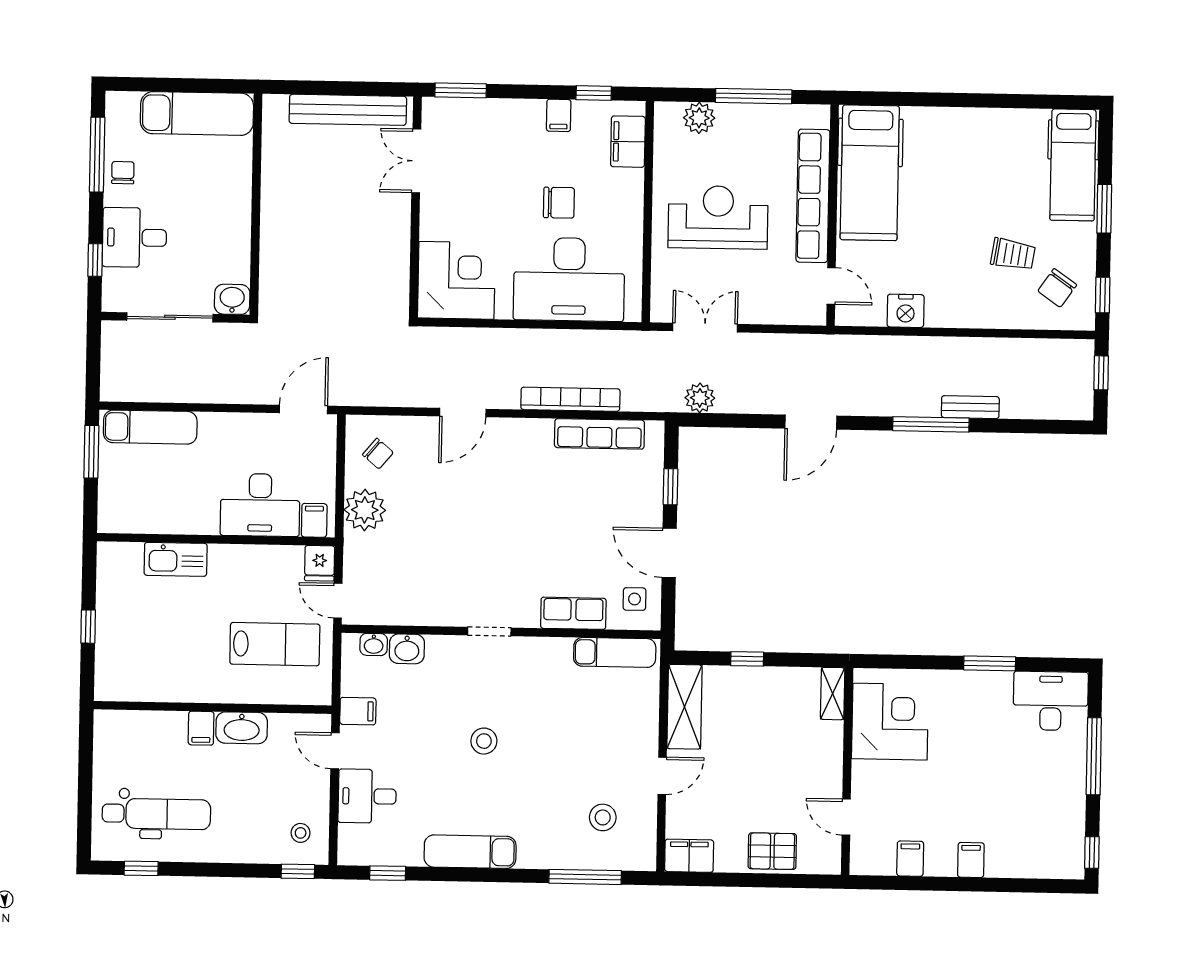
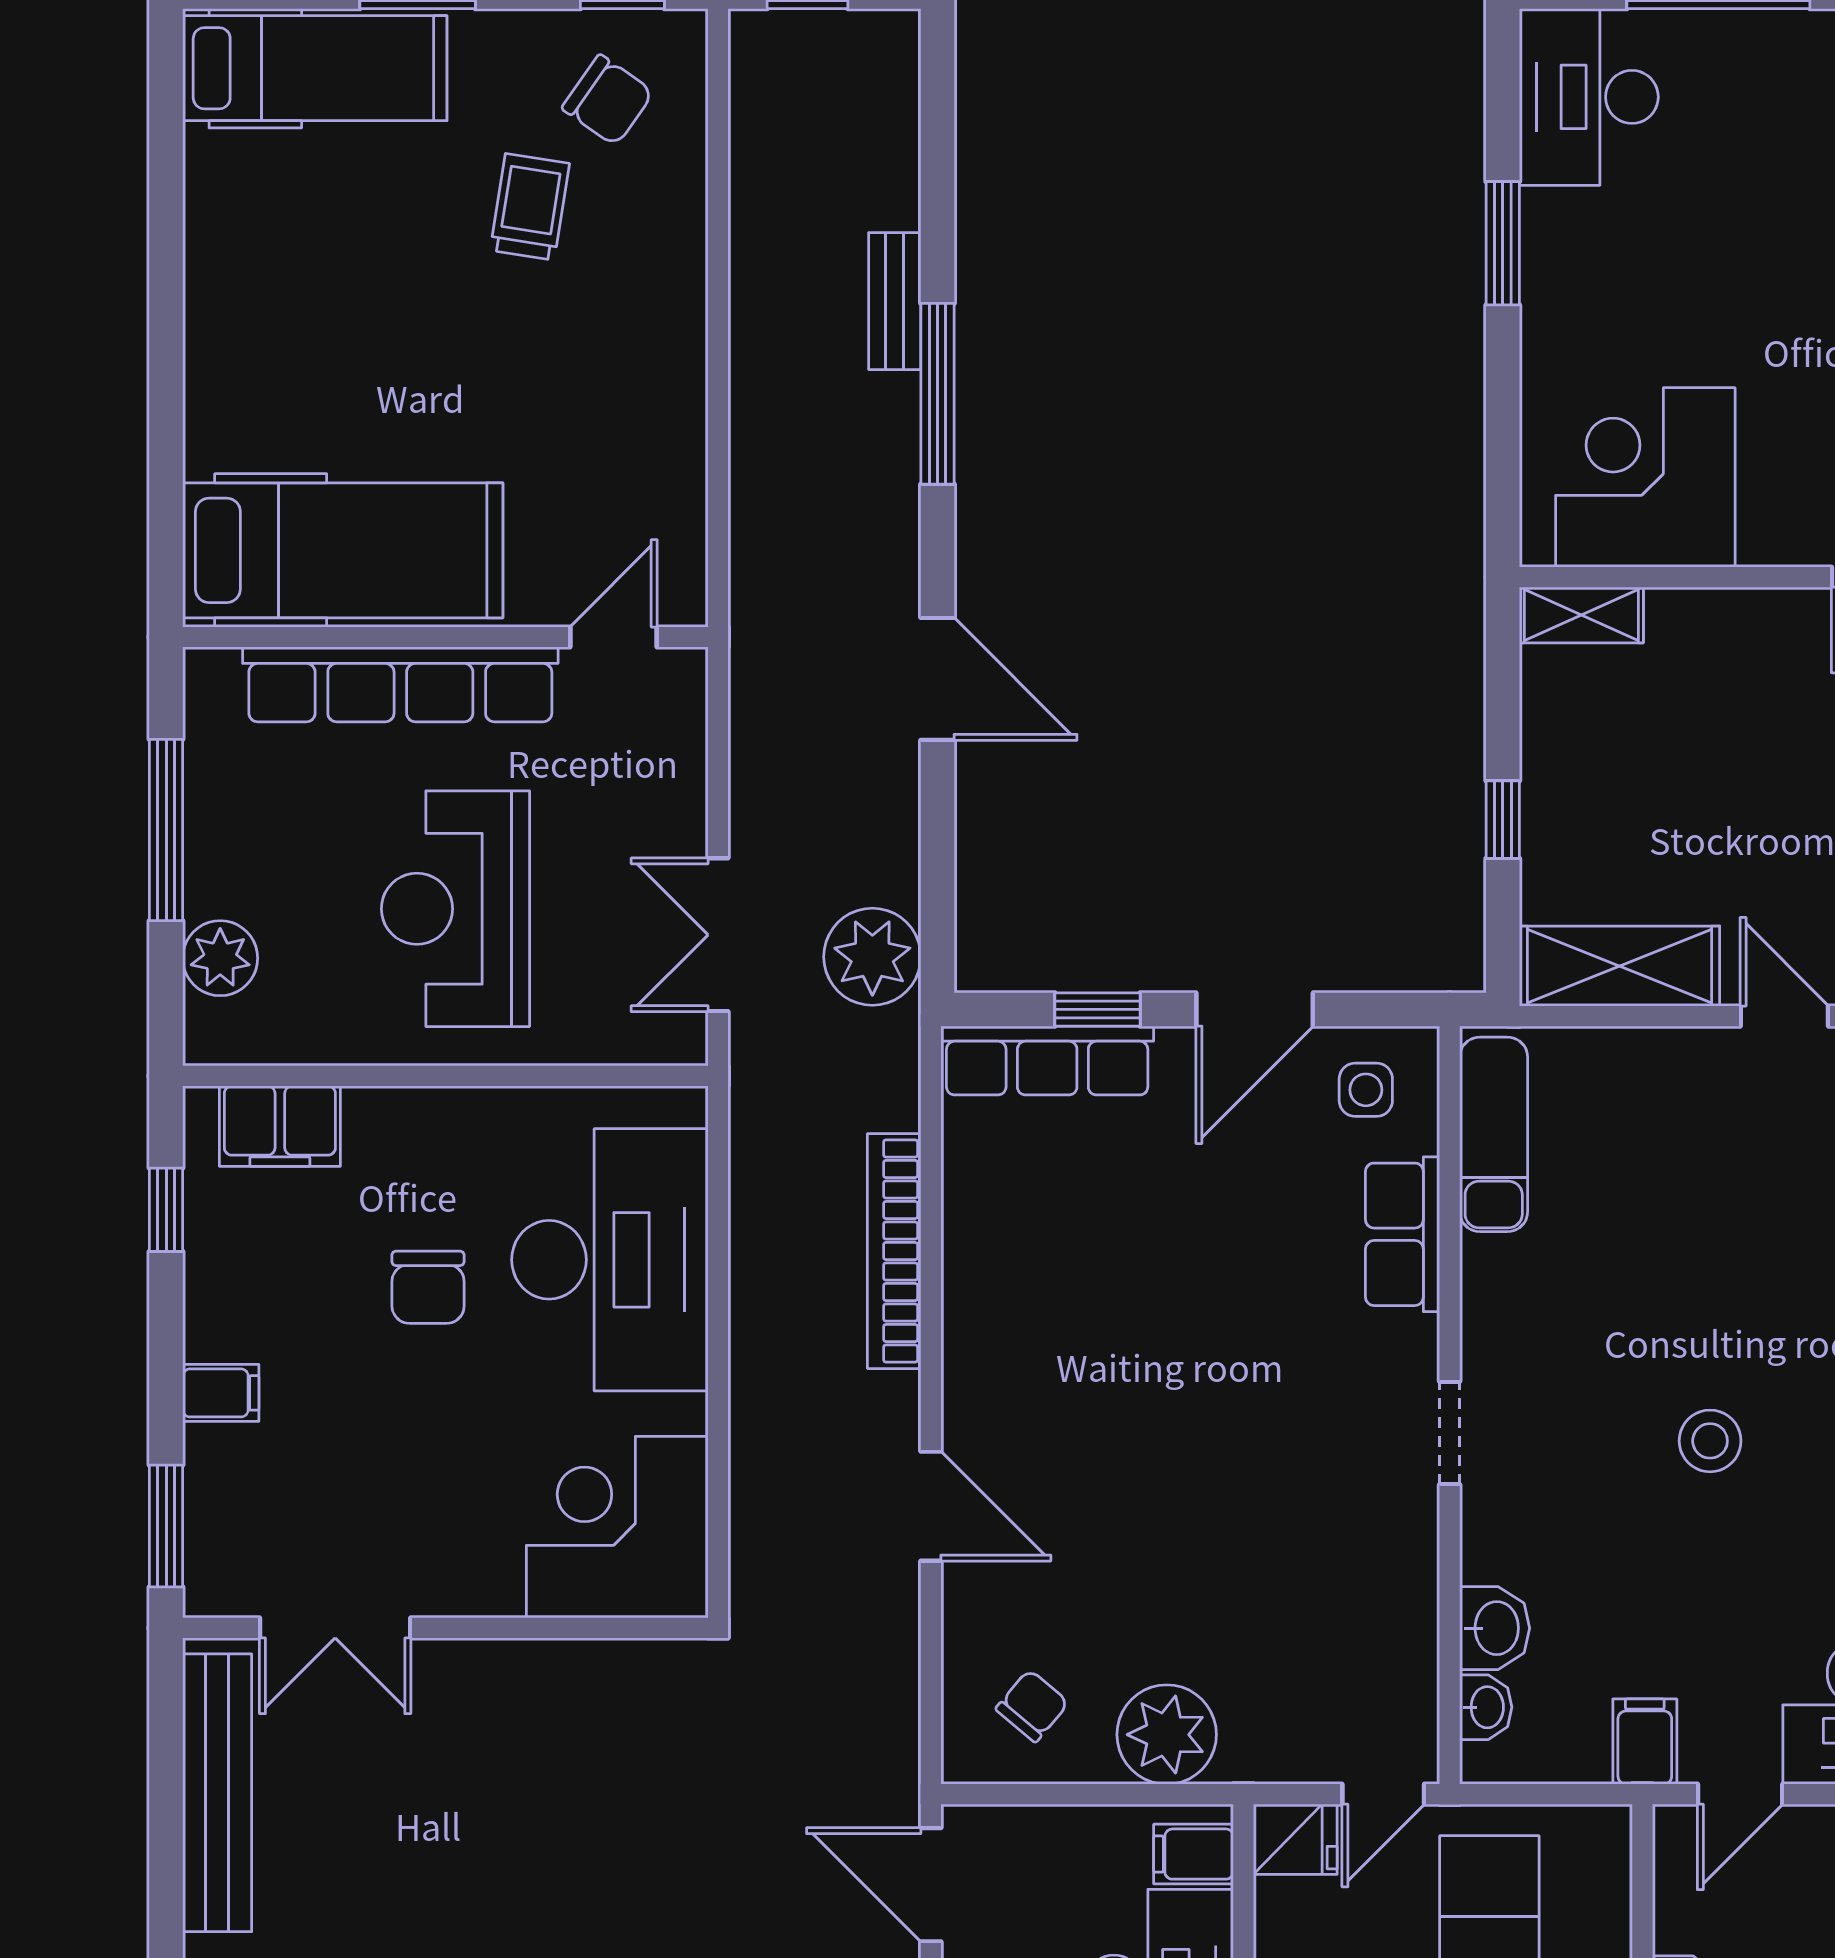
filing cabinet: (559, 115) -> (221, 1393), moved
chair: (559, 203) -> (428, 1287), turned 180
nightstand: (906, 311) -> (669, 459), removed
plant: (700, 398) -> (872, 957), width x1.36, depth x1.36
row of seats: (599, 434) -> (1047, 1060), moved, turned 90

